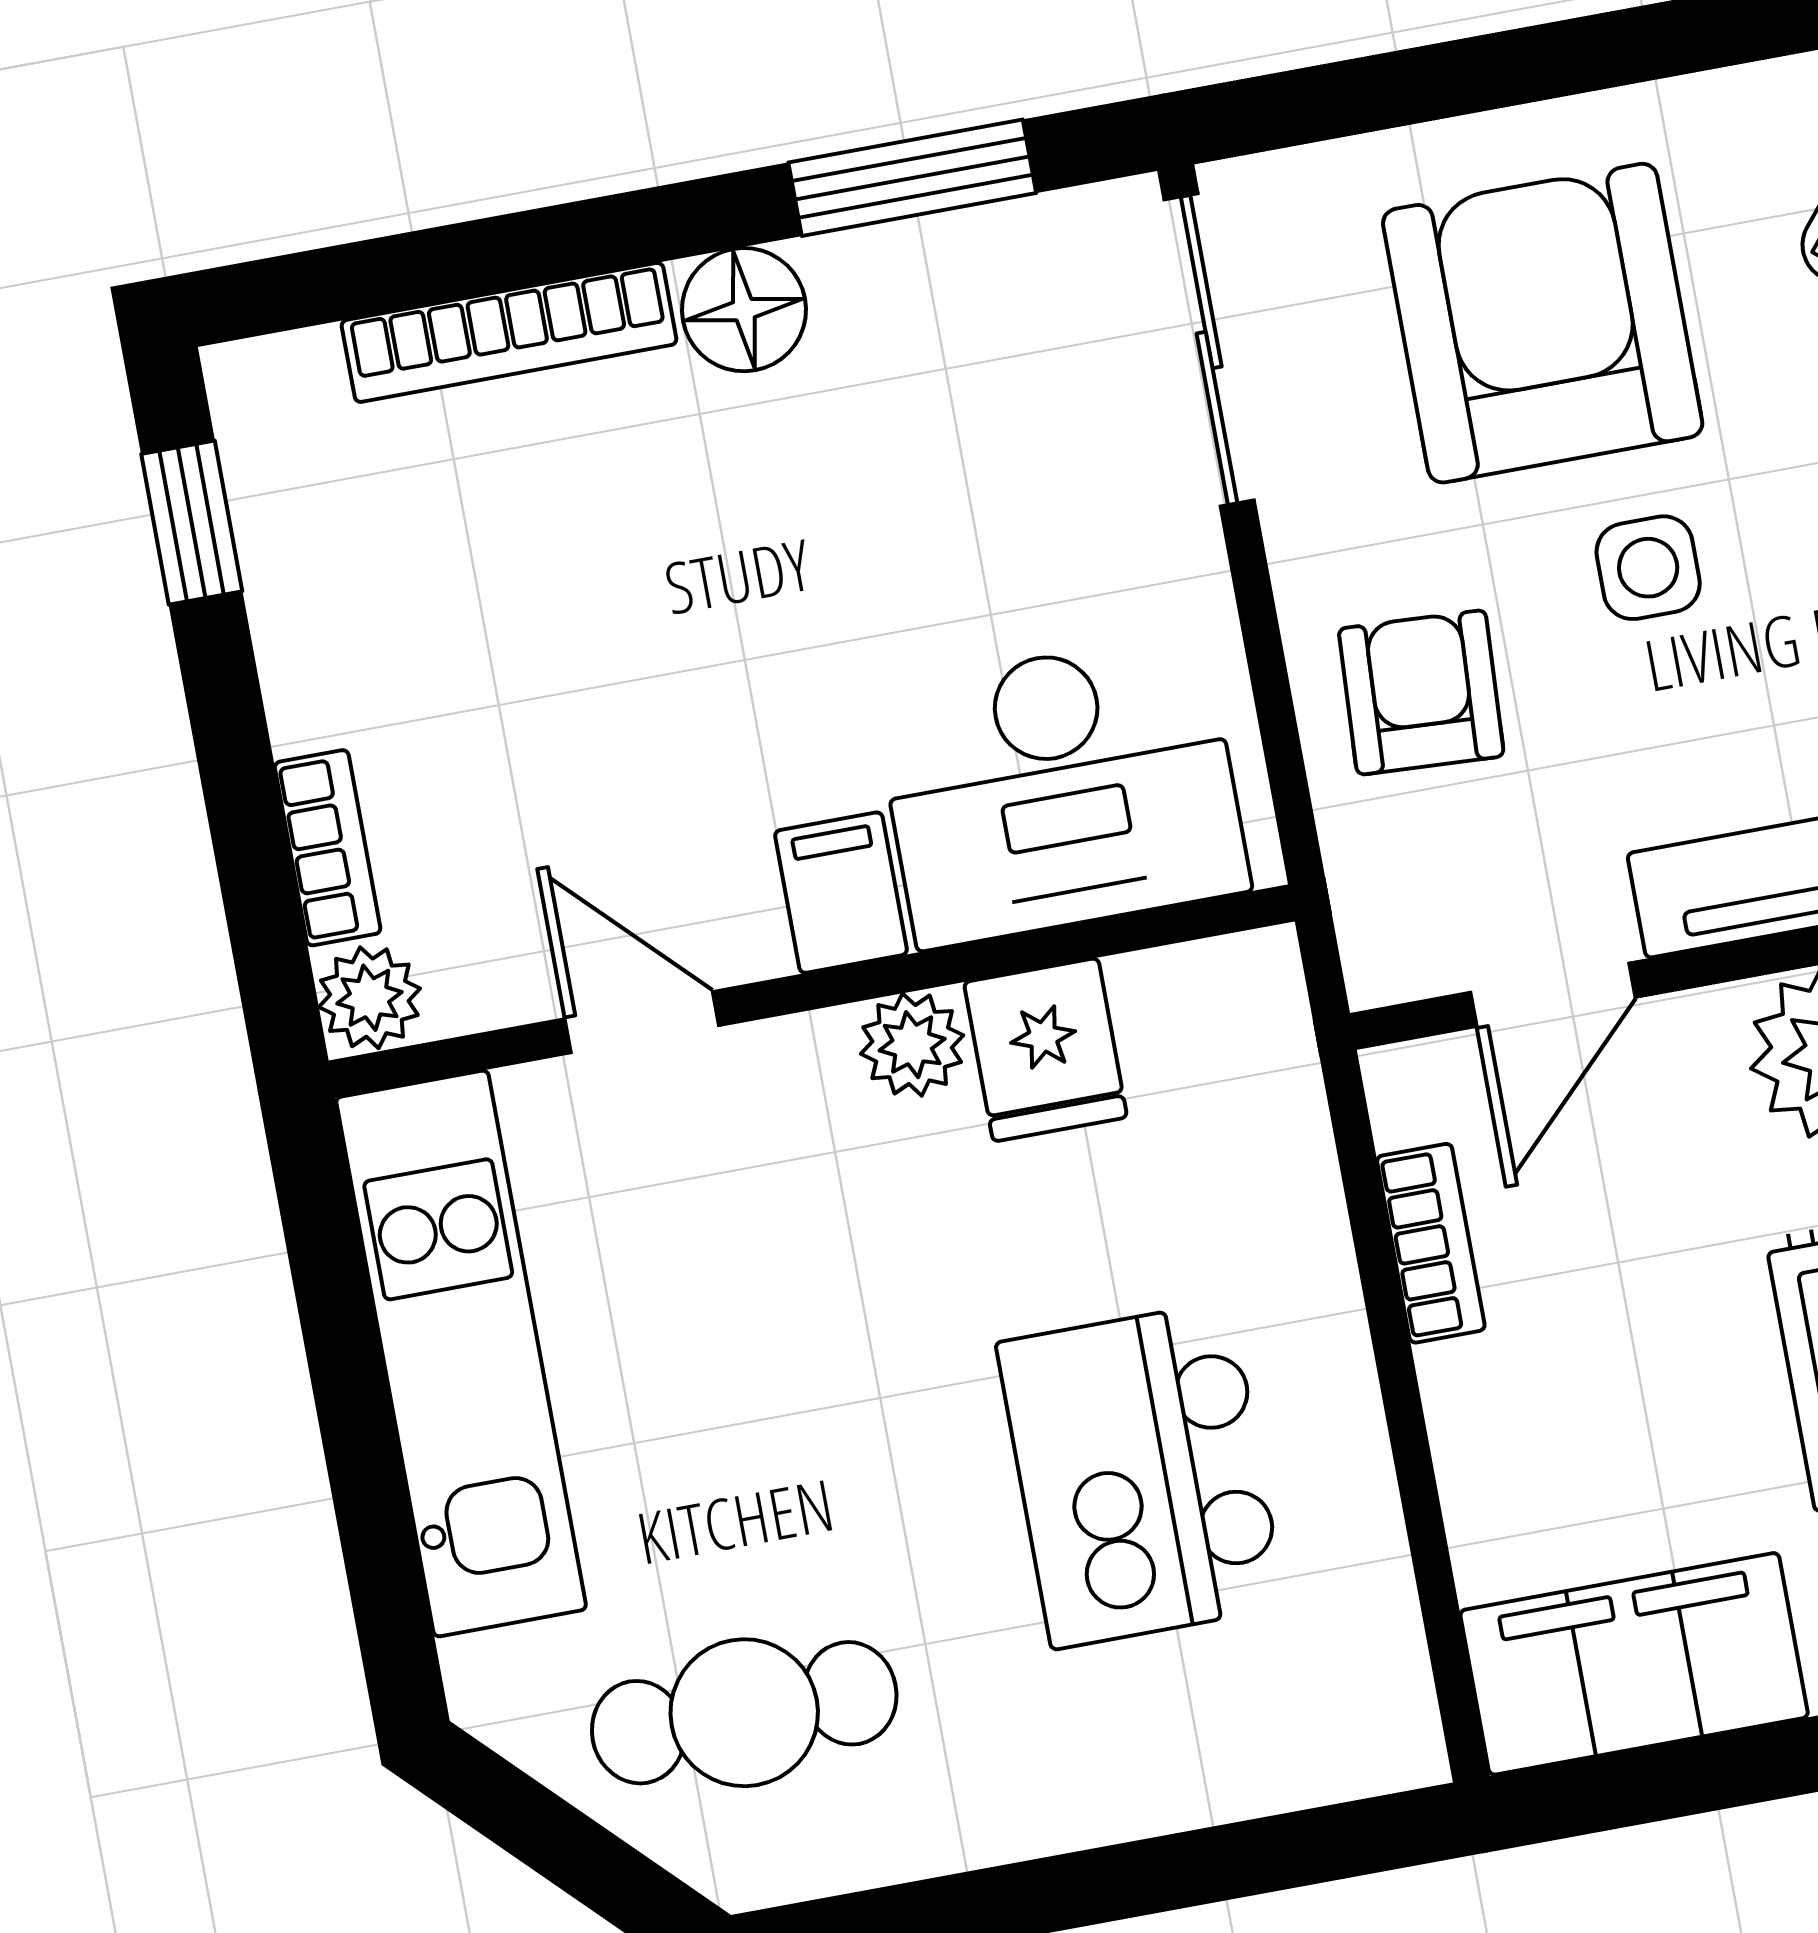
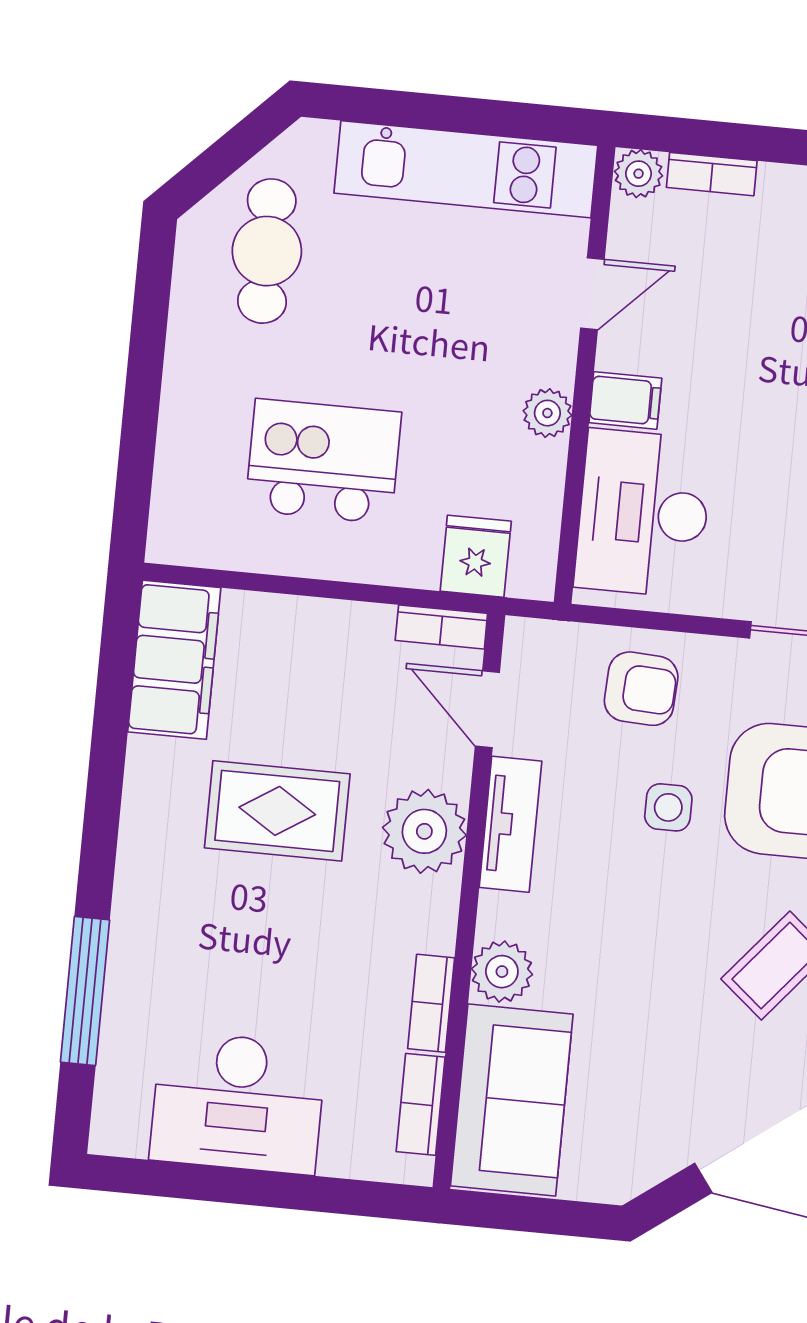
fridge: (1046, 1050) -> (476, 556), moved, turned 90
bookcase: (1431, 1243) -> (441, 627), moved

